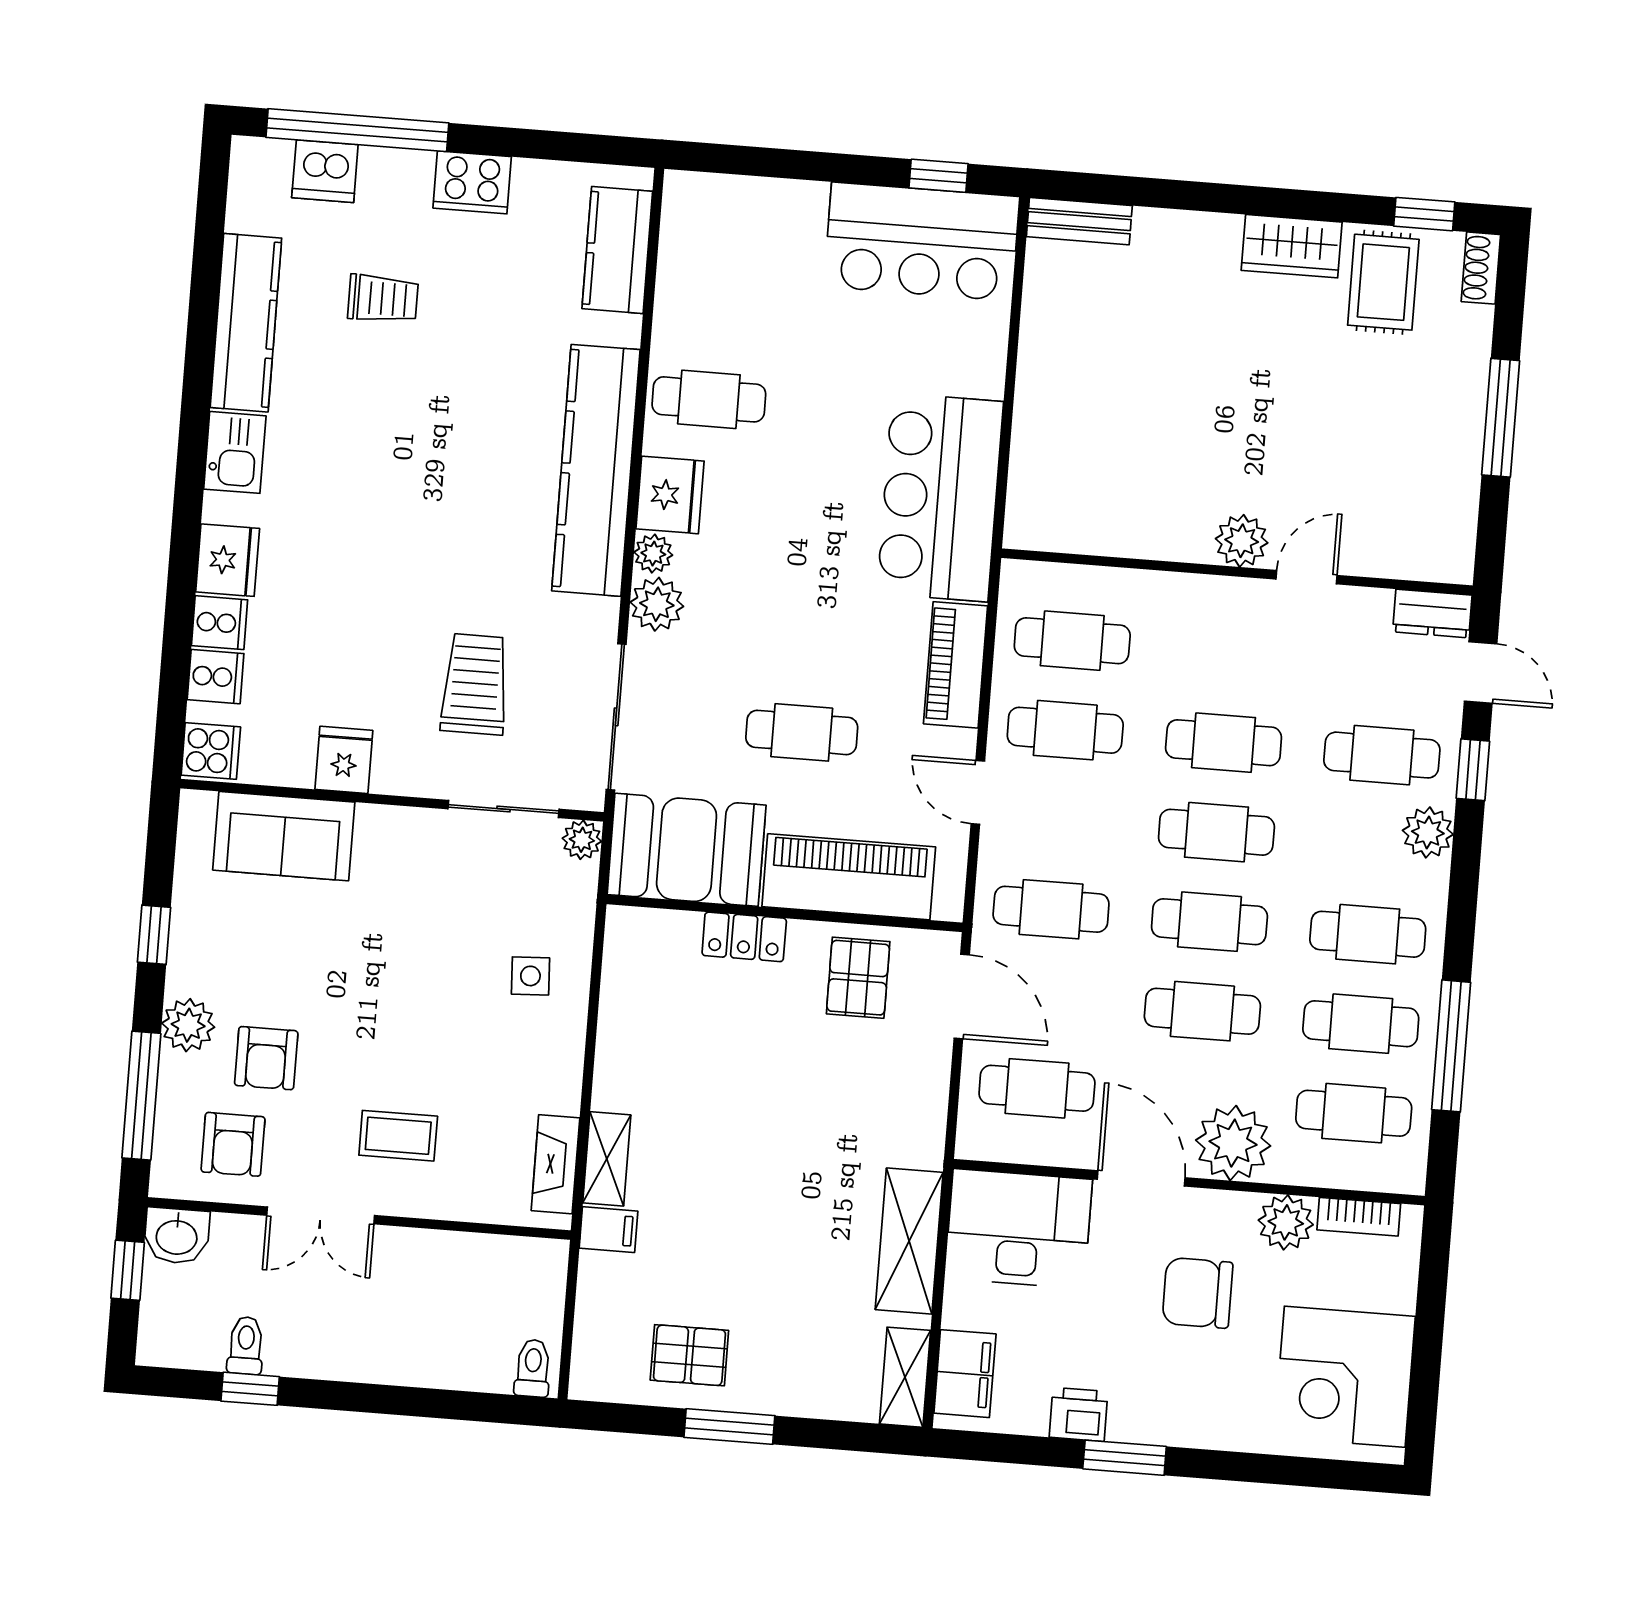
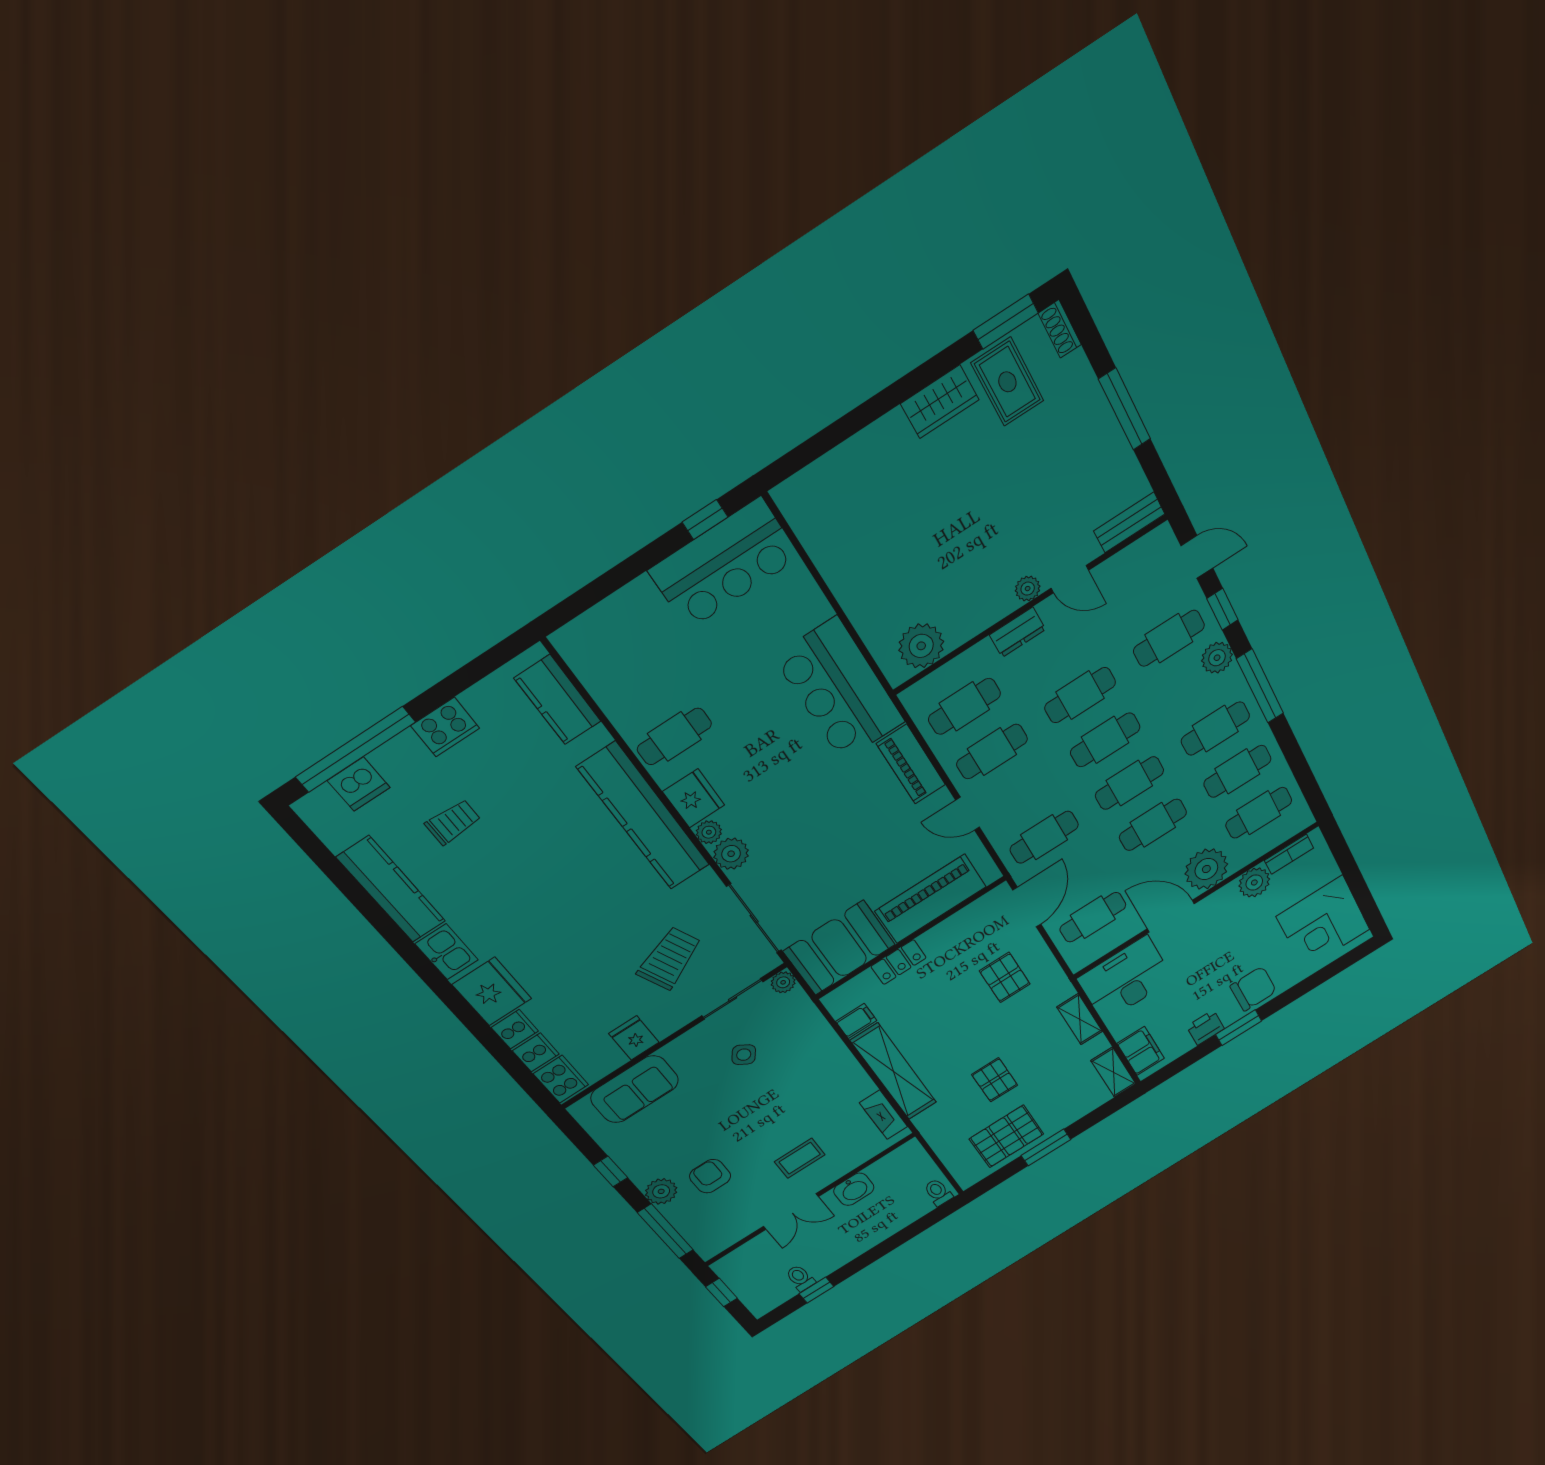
window: (1424, 214) -> (1006, 322), width x1.50
bench: (1079, 221) -> (1129, 522), moved
plant: (1074, 519) -> (921, 646), added
plant: (1242, 541) -> (1028, 589), width x0.73, depth x0.73
fridge: (228, 560) -> (492, 992), width x1.36, depth x1.34
door: (1307, 577) -> (1070, 579), swing flipped
dresser: (1432, 613) -> (1018, 632), moved
trolley: (475, 684) -> (669, 958), turned 66
cafe table: (802, 732) -> (855, 855), removed
cooker: (211, 751) -> (561, 1079), width x1.36
side table: (530, 976) -> (744, 1055), moved, turned 38
pallet: (858, 978) -> (1005, 977), moved
door: (962, 996) -> (1027, 907), hinge flipped
window: (1451, 1046) -> (1260, 686), moved
armchair: (266, 1058) -> (710, 1176), turned 180
armchair: (233, 1144) -> (726, 1217), removed
shelving: (607, 1159) -> (894, 1072), width x2.20, depth x1.33
filing cabinet: (608, 1230) -> (856, 1021), moved
washbasin: (177, 1236) -> (854, 1189), moved
pallet: (738, 1241) -> (995, 1080), added
shelving: (909, 1241) -> (1080, 1019), width x0.67, depth x0.75
chair: (1198, 1293) -> (1253, 989), moved, turned 180
pallet: (689, 1355) -> (1006, 1136), width x1.50, depth x1.42

